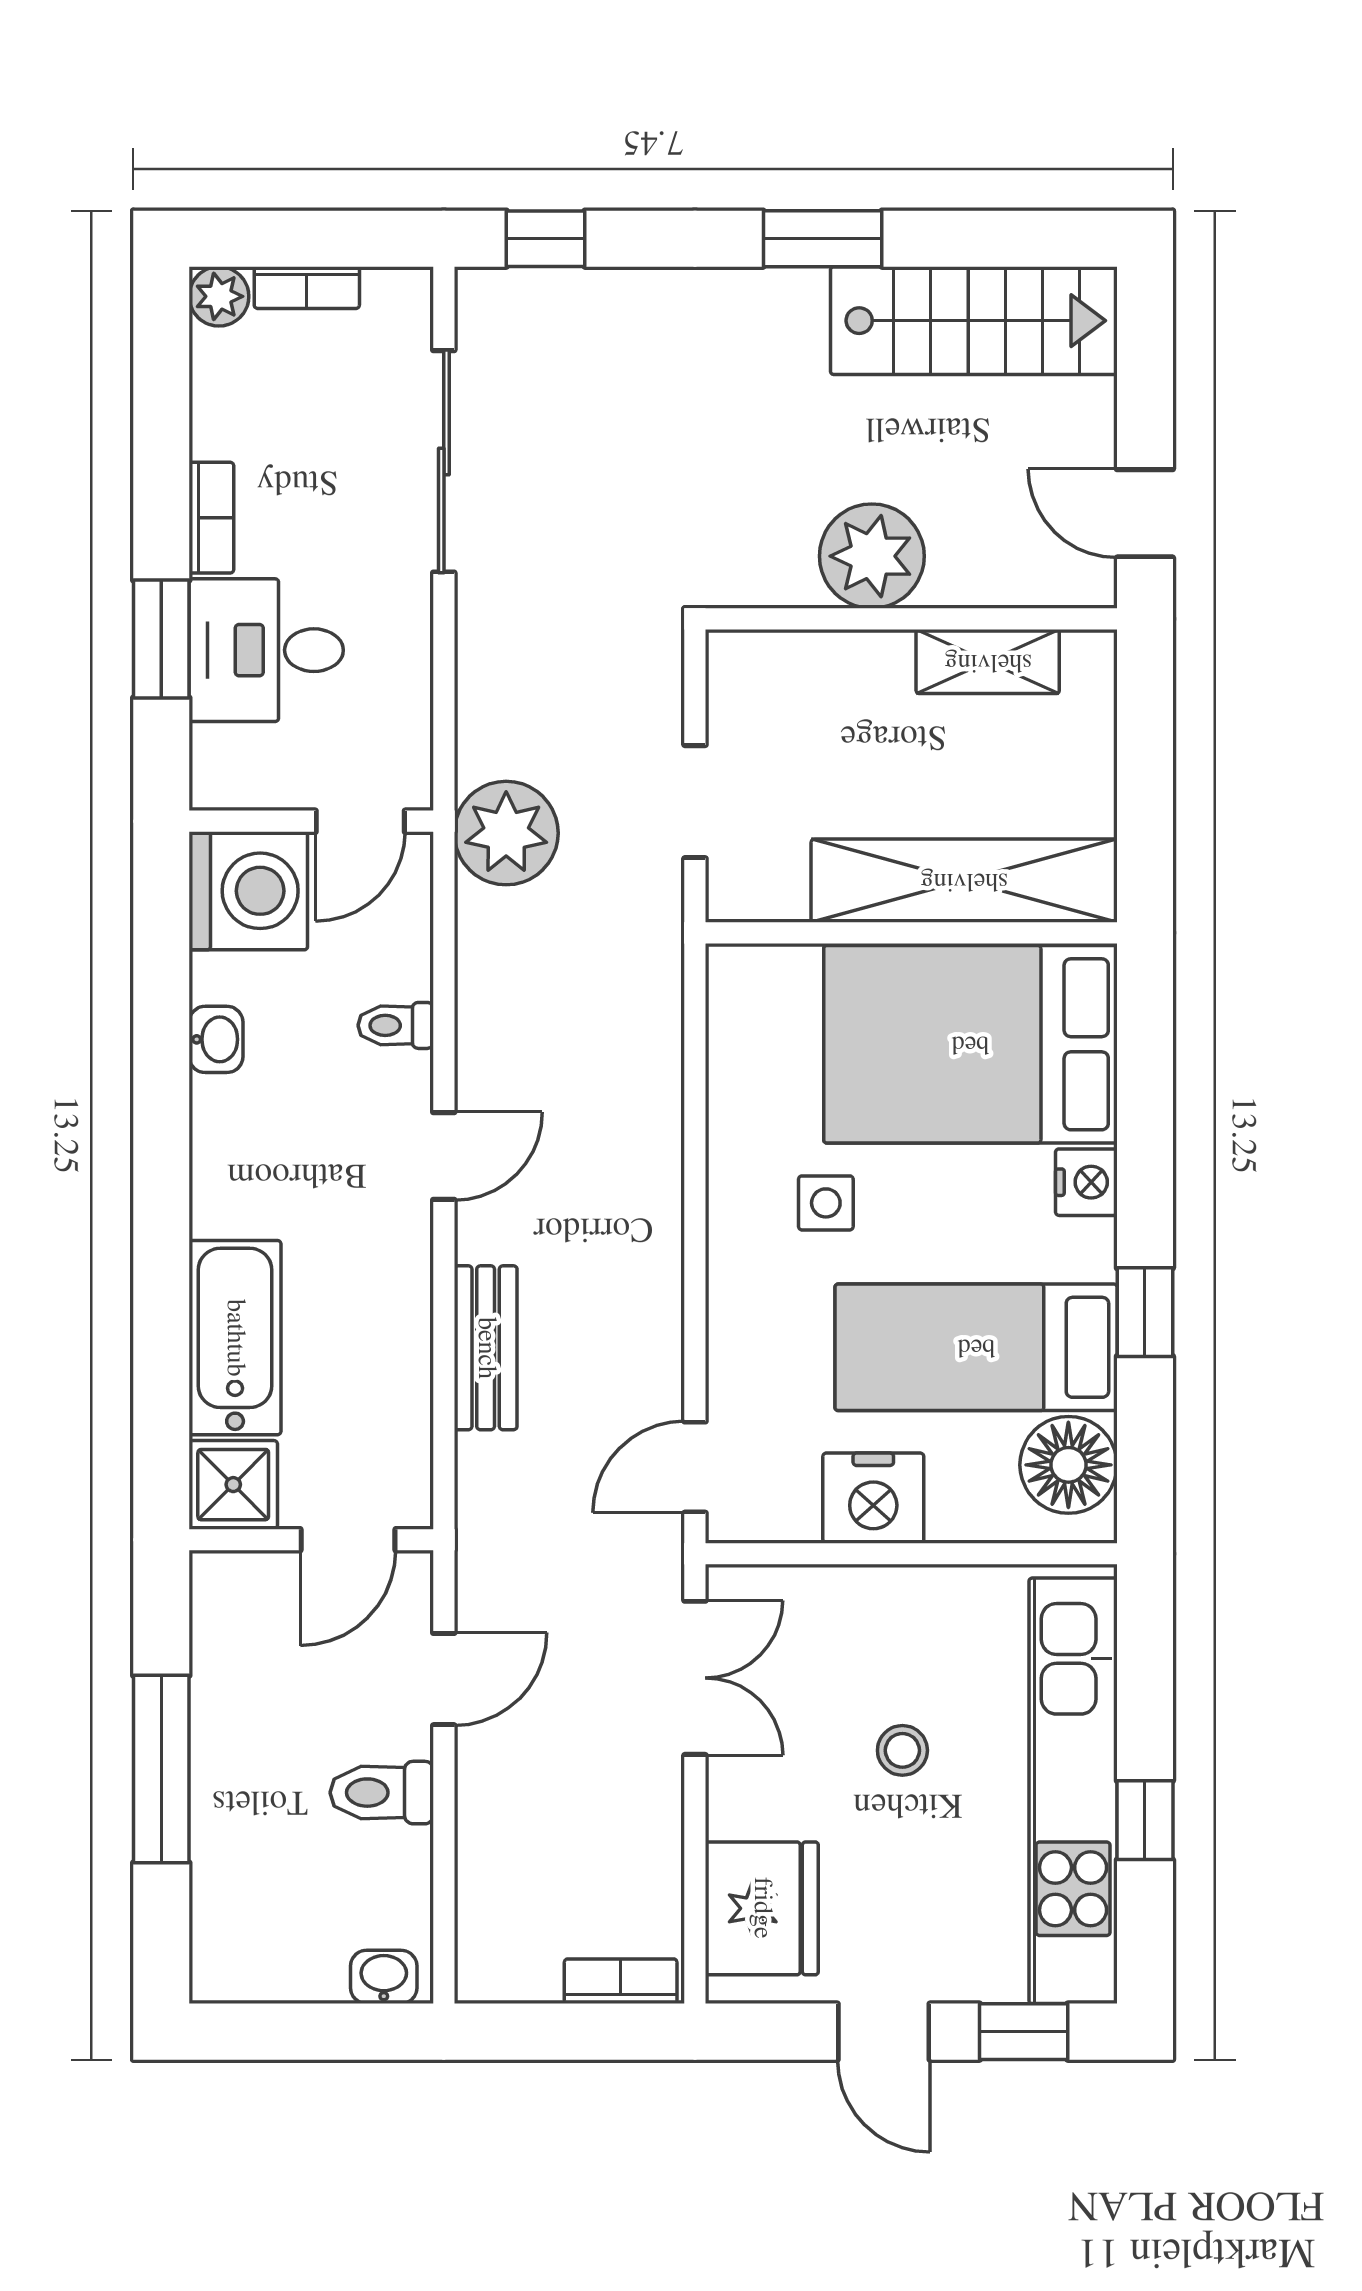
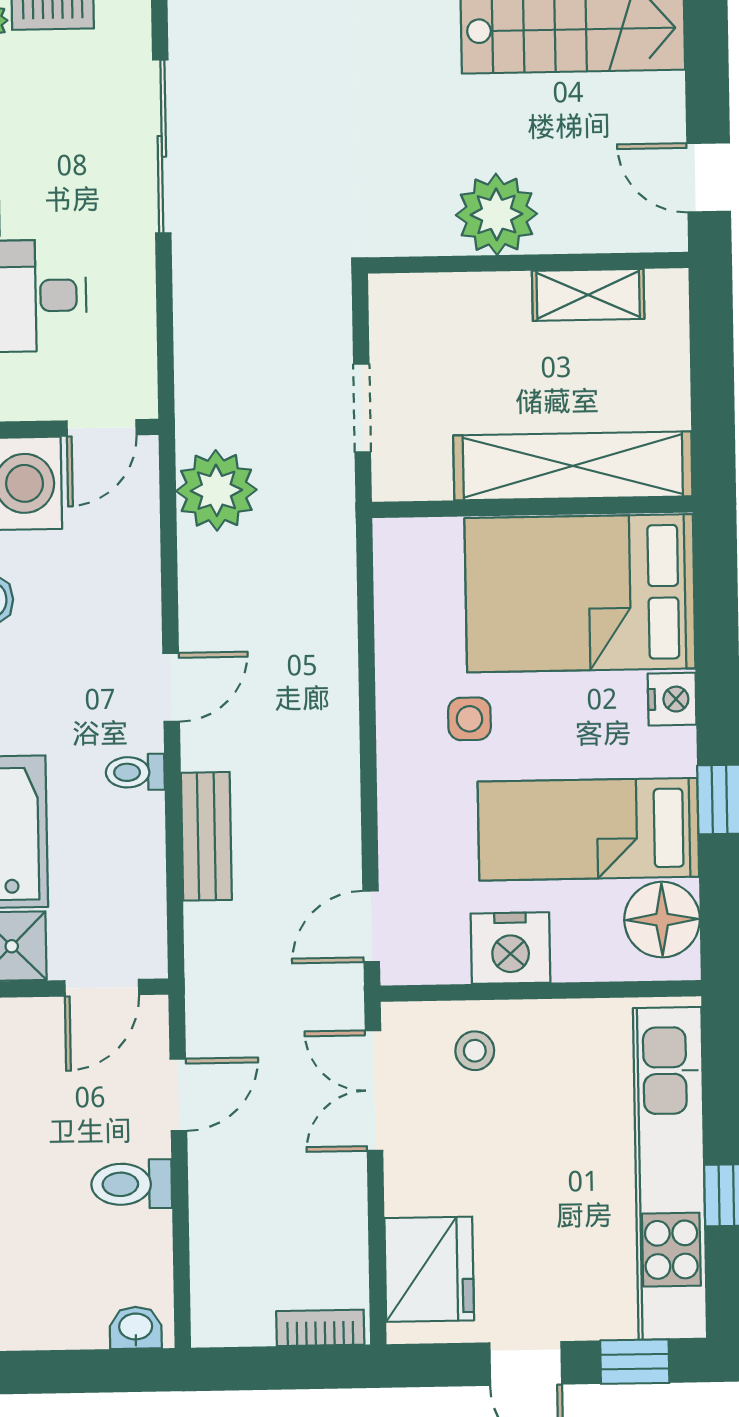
plant: (506, 833) -> (216, 490), moved
toilet: (396, 1025) -> (135, 772), moved
double door: (695, 1678) -> (374, 1090), swing flipped
stool: (902, 1750) -> (475, 1051), moved

